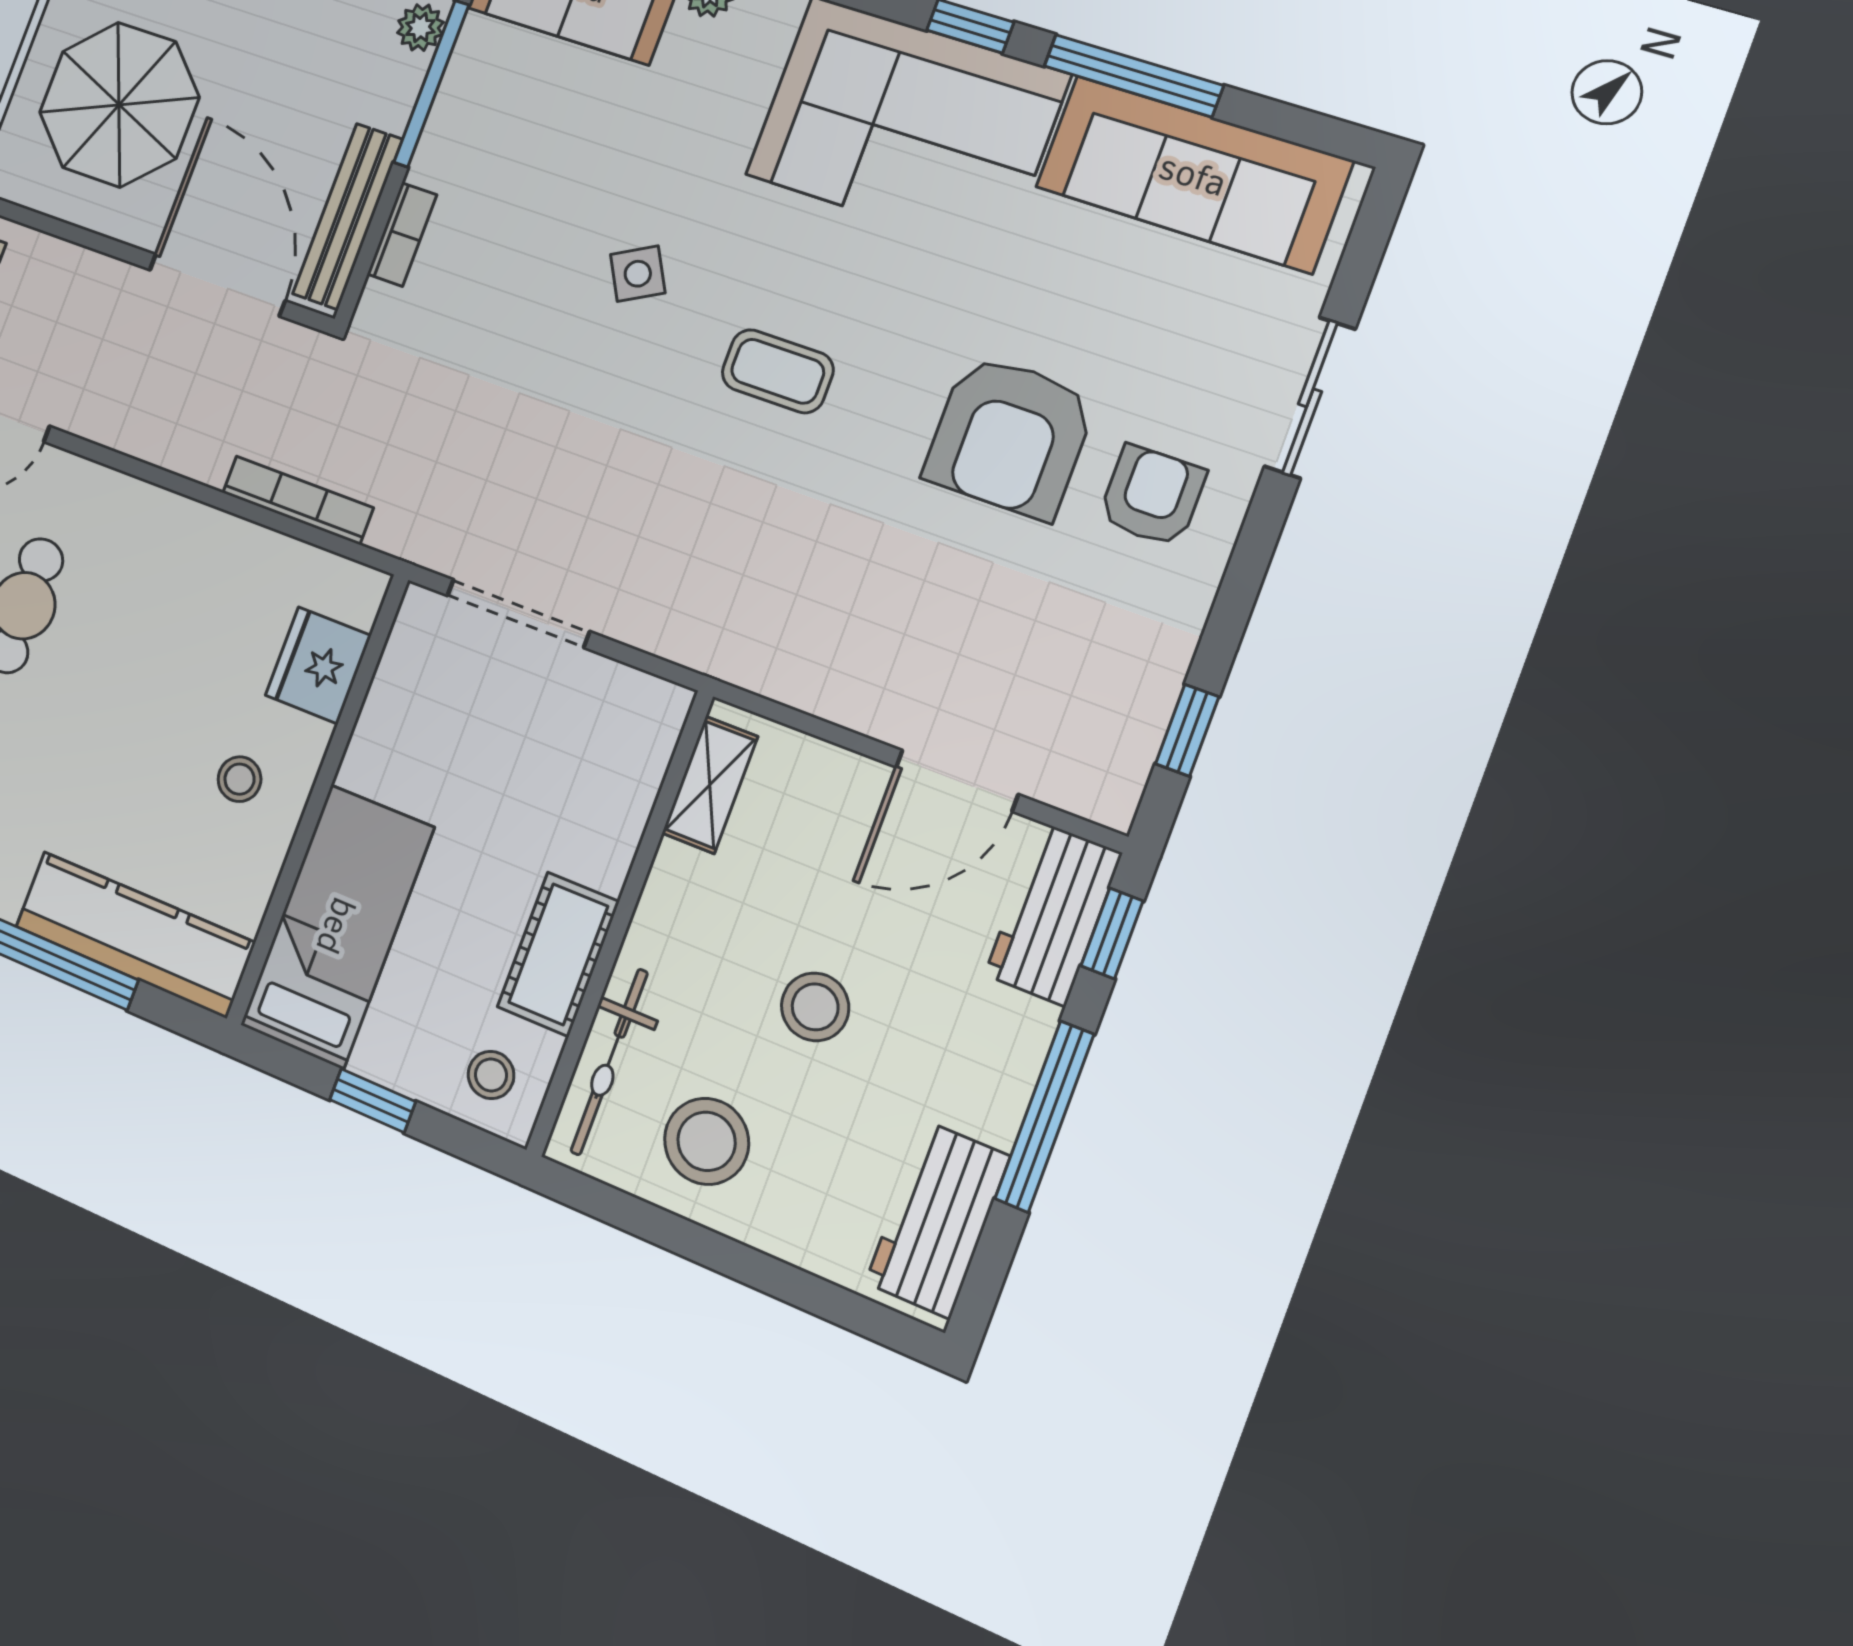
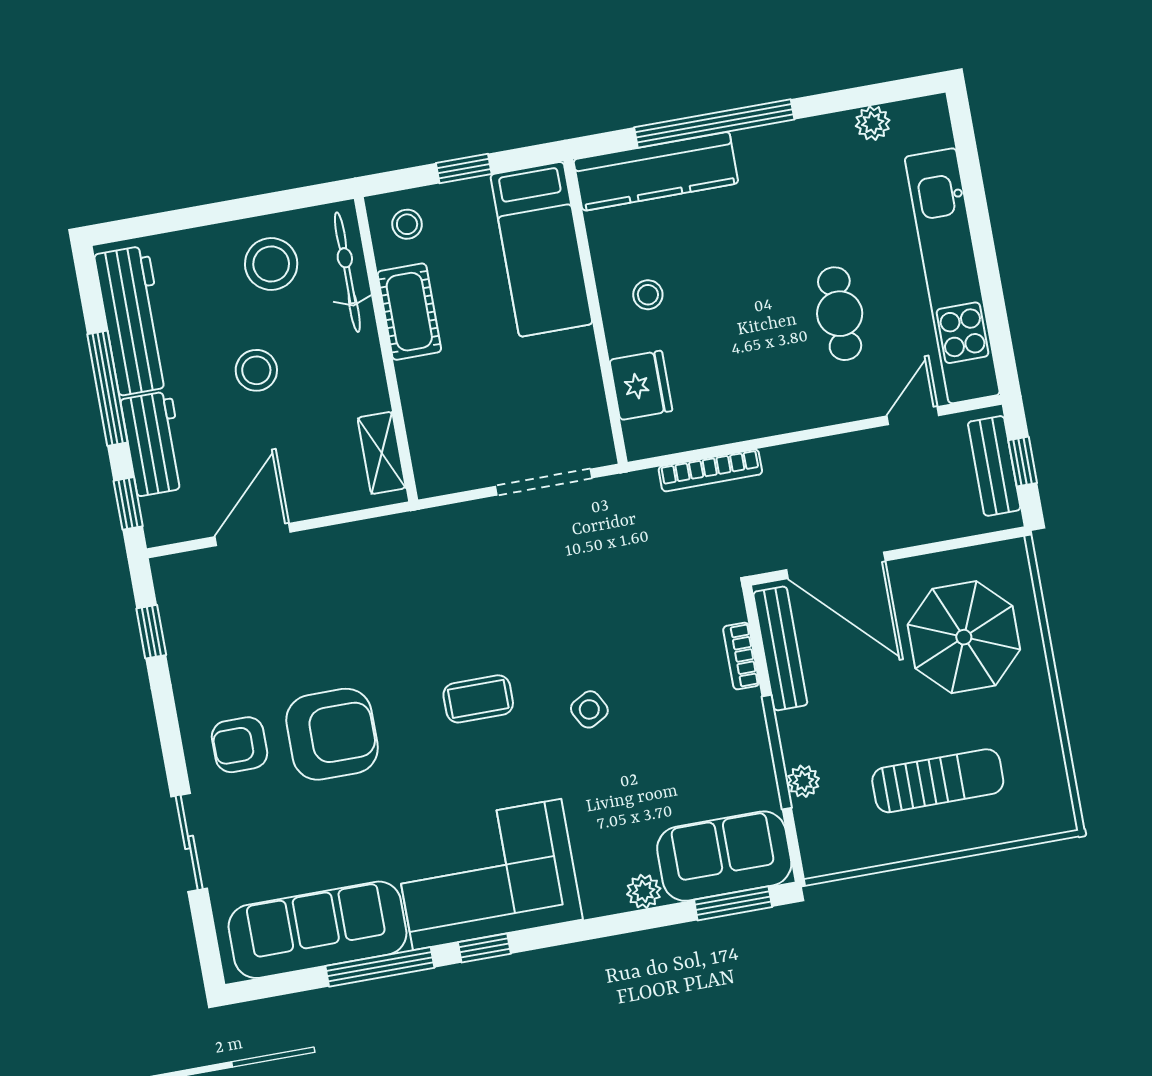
armchair: (1010, 436) -> (332, 734), turned 90
armchair: (1152, 496) -> (240, 745), turned 90
workbench: (1053, 914) -> (154, 444), moved
workbench: (938, 1220) -> (133, 320), width x1.38

